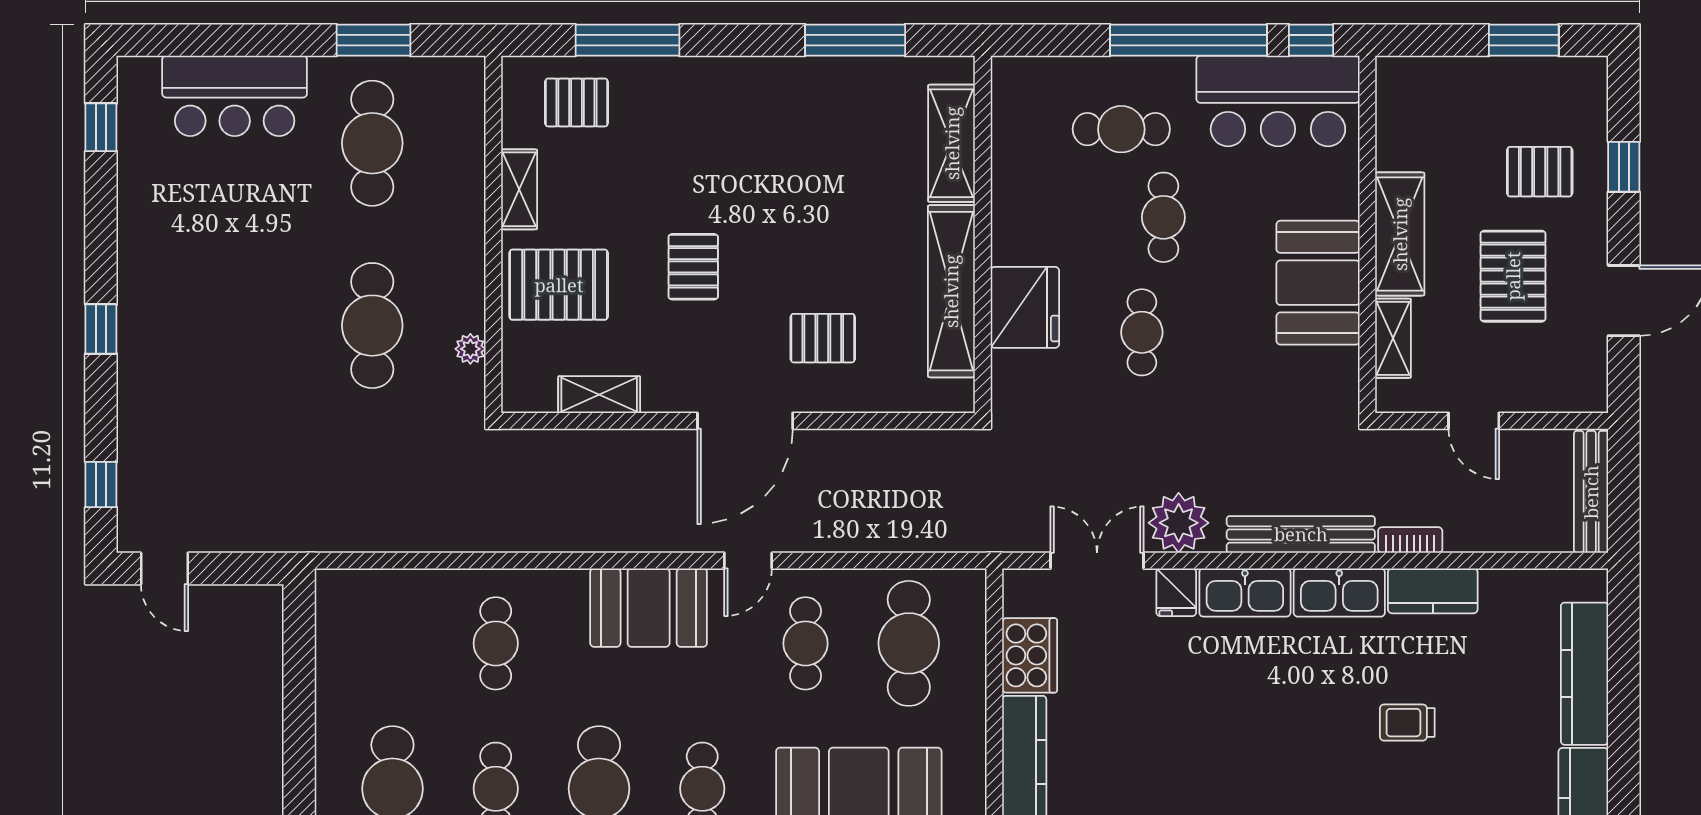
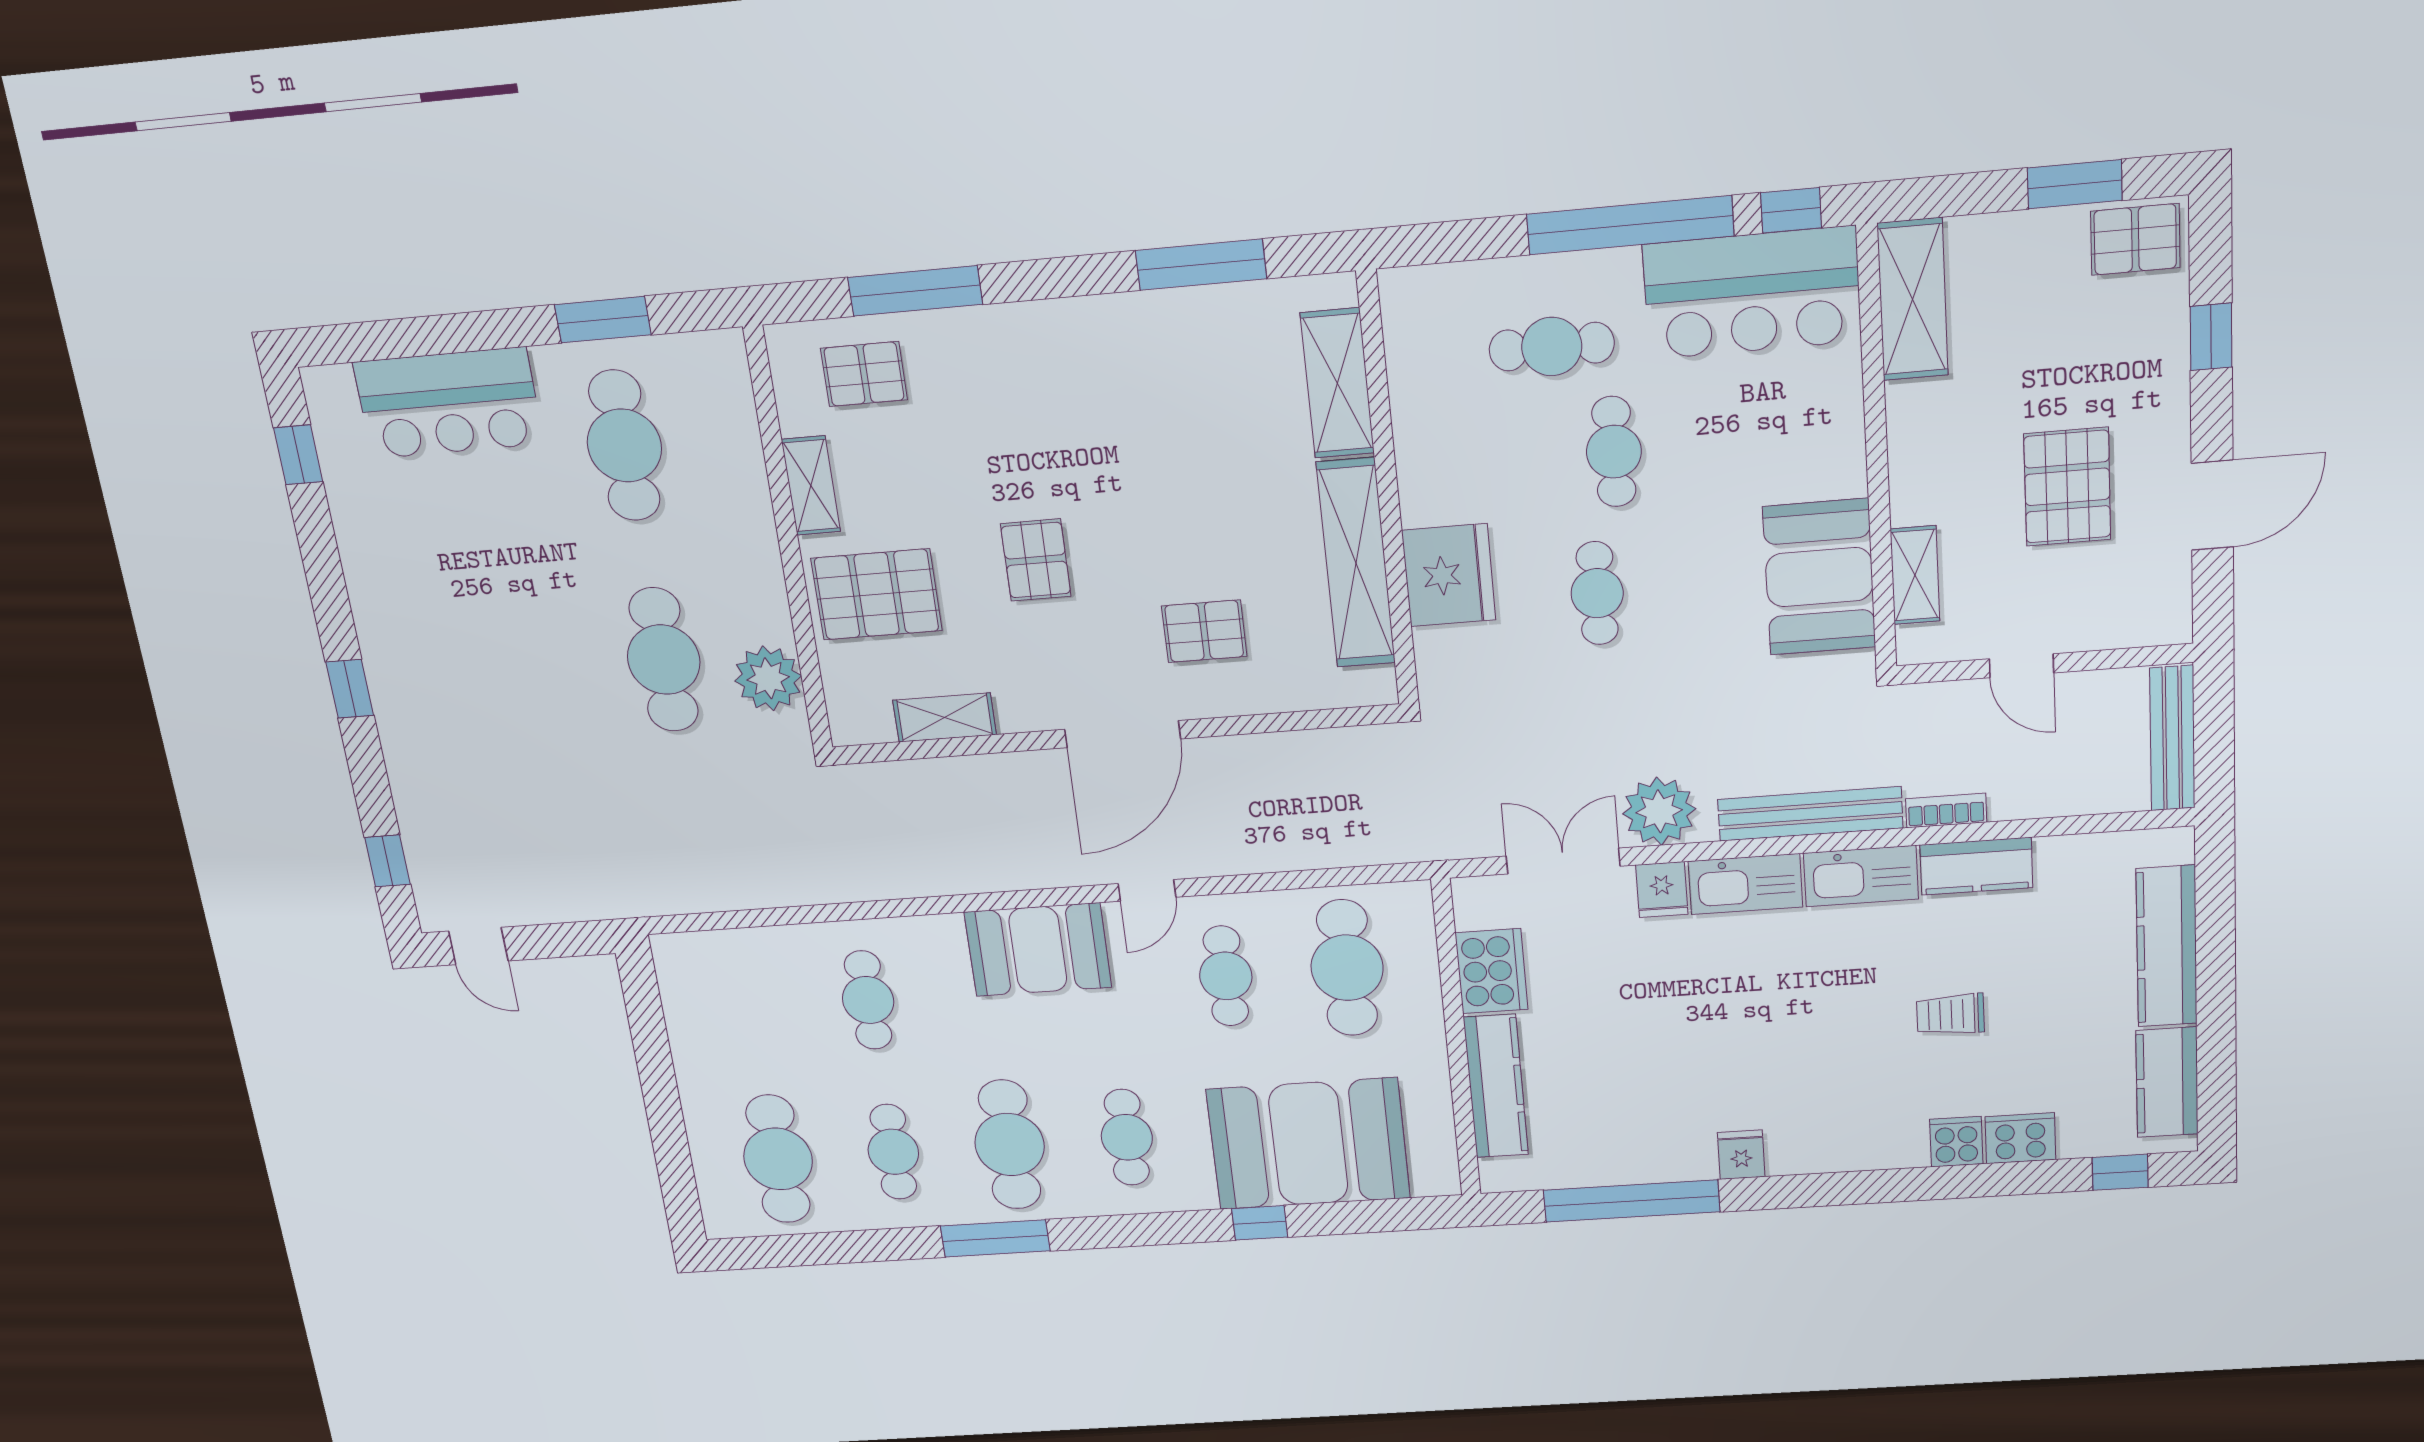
pallet: (1540, 172) -> (2135, 239), moved
shelving: (1400, 234) -> (1913, 299), moved
booth: (1318, 283) -> (1819, 577), moved
plant: (470, 349) -> (768, 678), width x1.88, depth x1.88

